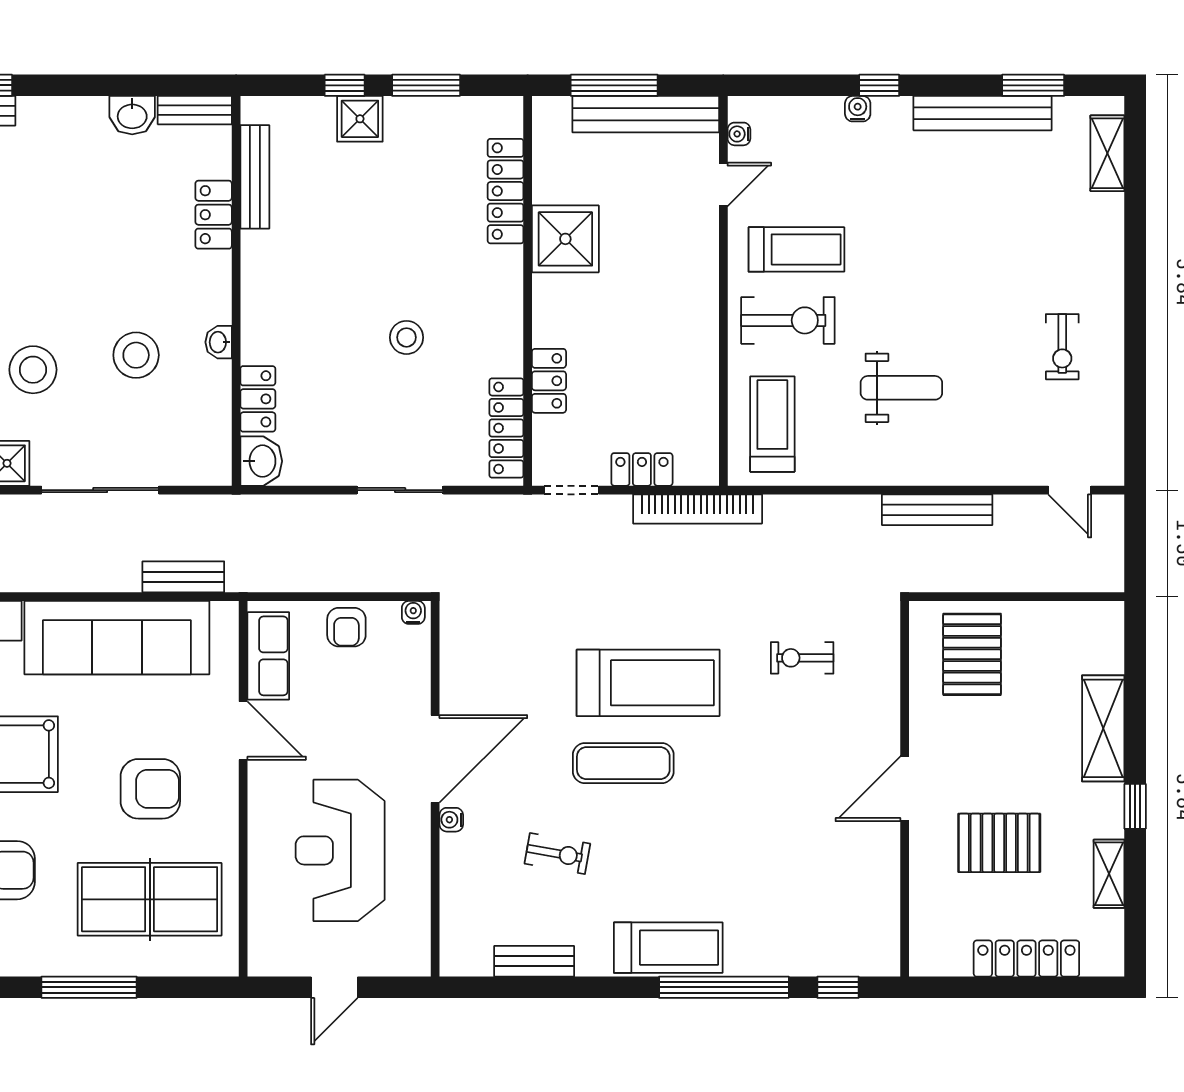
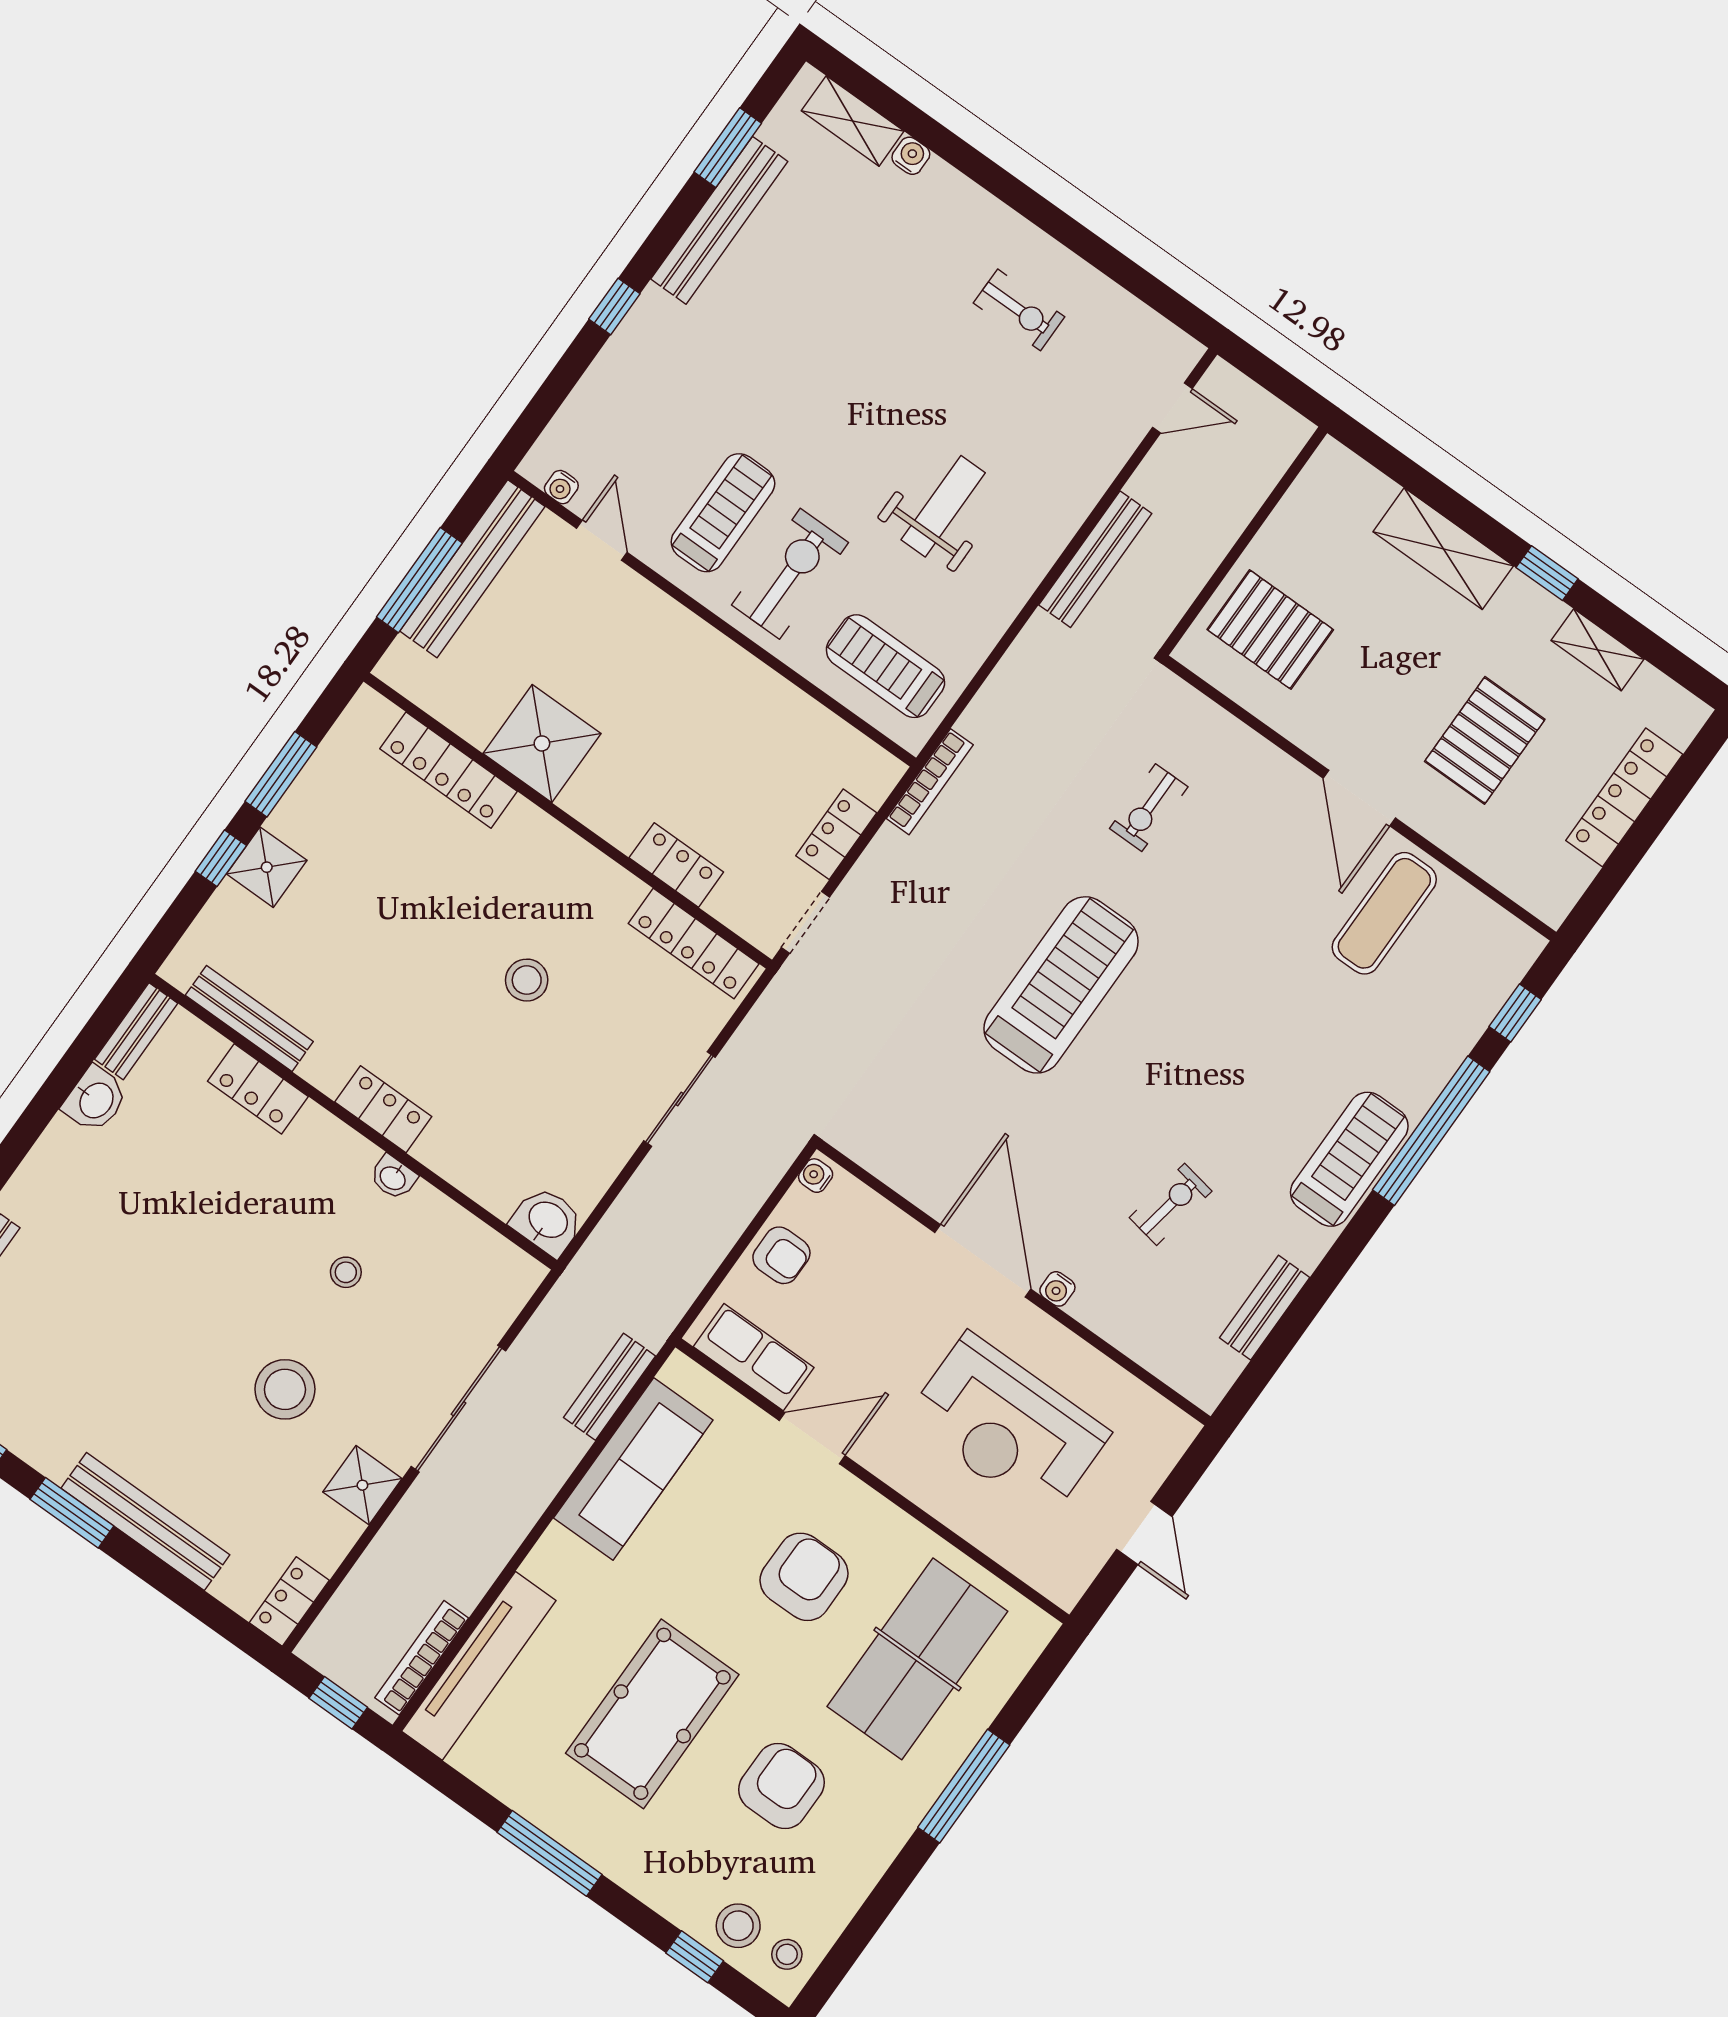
water cooler: (858, 109) -> (911, 156), moved, turned 90
stool: (136, 355) -> (346, 1272), width x0.53, depth x0.53
locker: (258, 399) -> (383, 1109), moved
bookcase: (698, 509) -> (930, 782), width x0.68, depth x0.76
sofa: (117, 638) -> (633, 1469), width x0.74, depth x0.79
exercise mat: (623, 763) -> (1384, 913), moved

